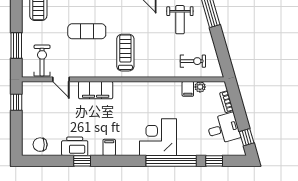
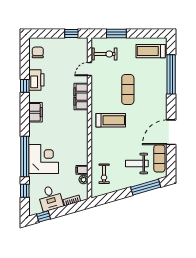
corner desk: (158, 137) -> (44, 159), moved
filing cabinet: (109, 147) -> (36, 112), width x2.00

